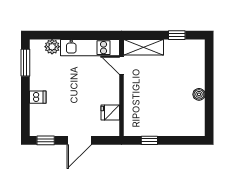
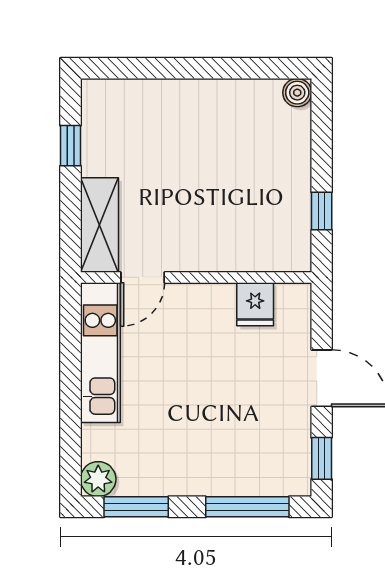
plant: (52, 47) -> (98, 479), moved
boiler: (199, 94) -> (297, 93), moved
dishwasher: (38, 97) -> (218, 477), removed
window: (25, 109) -> (247, 507), added

